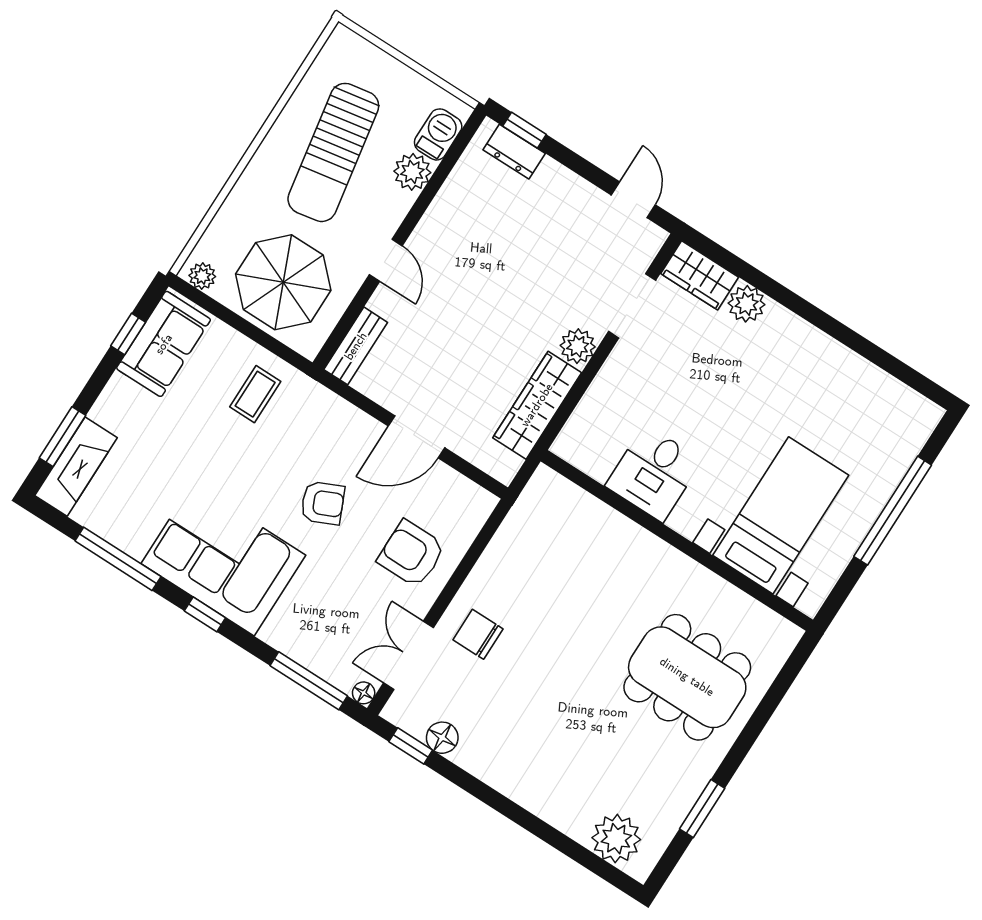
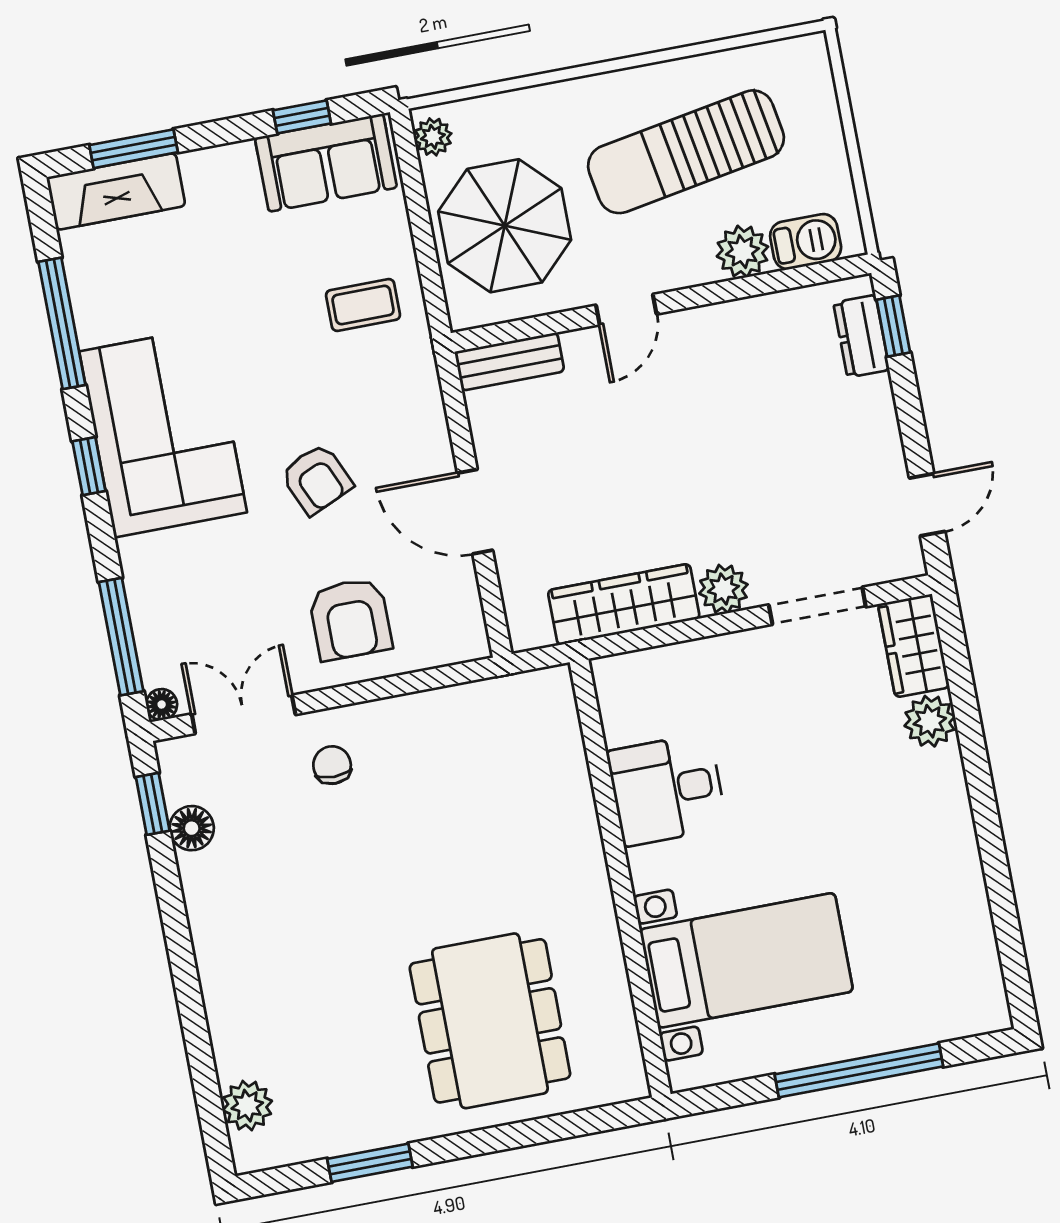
armchair: (411, 554) -> (350, 619), turned 180
chair: (478, 634) -> (332, 765), width x0.73, depth x0.73
plant: (616, 839) -> (247, 1106), width x0.73, depth x0.73

